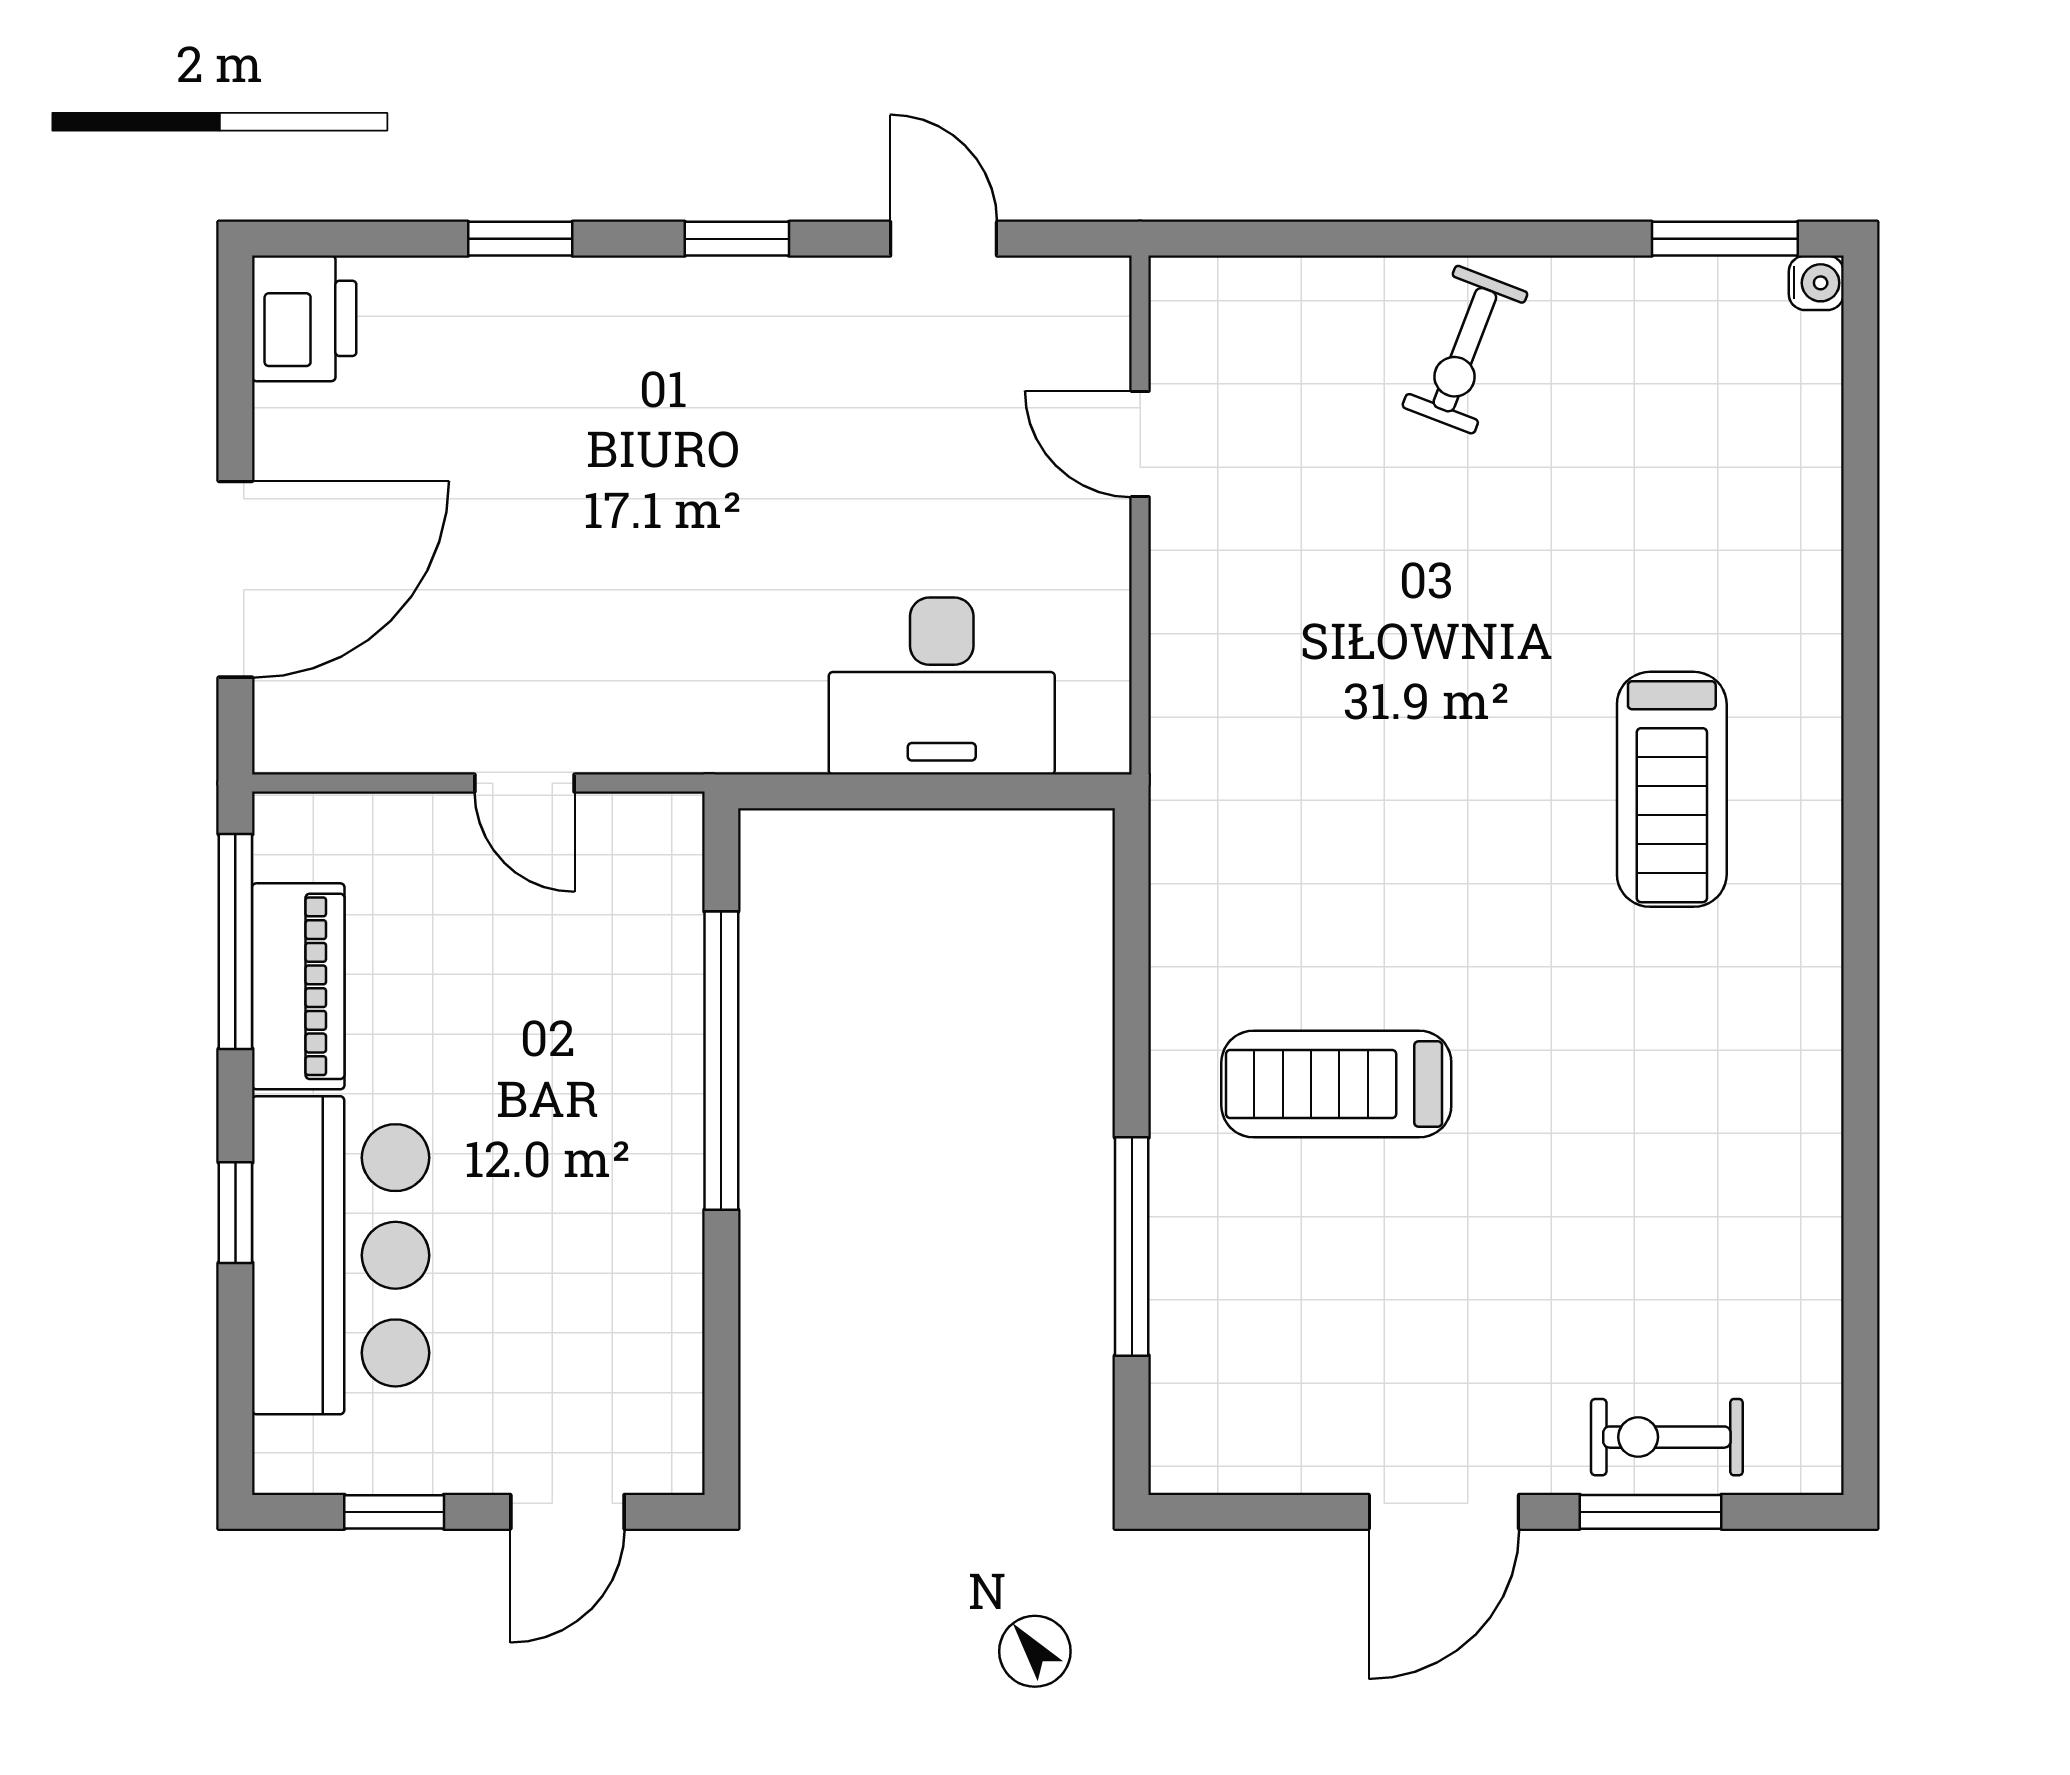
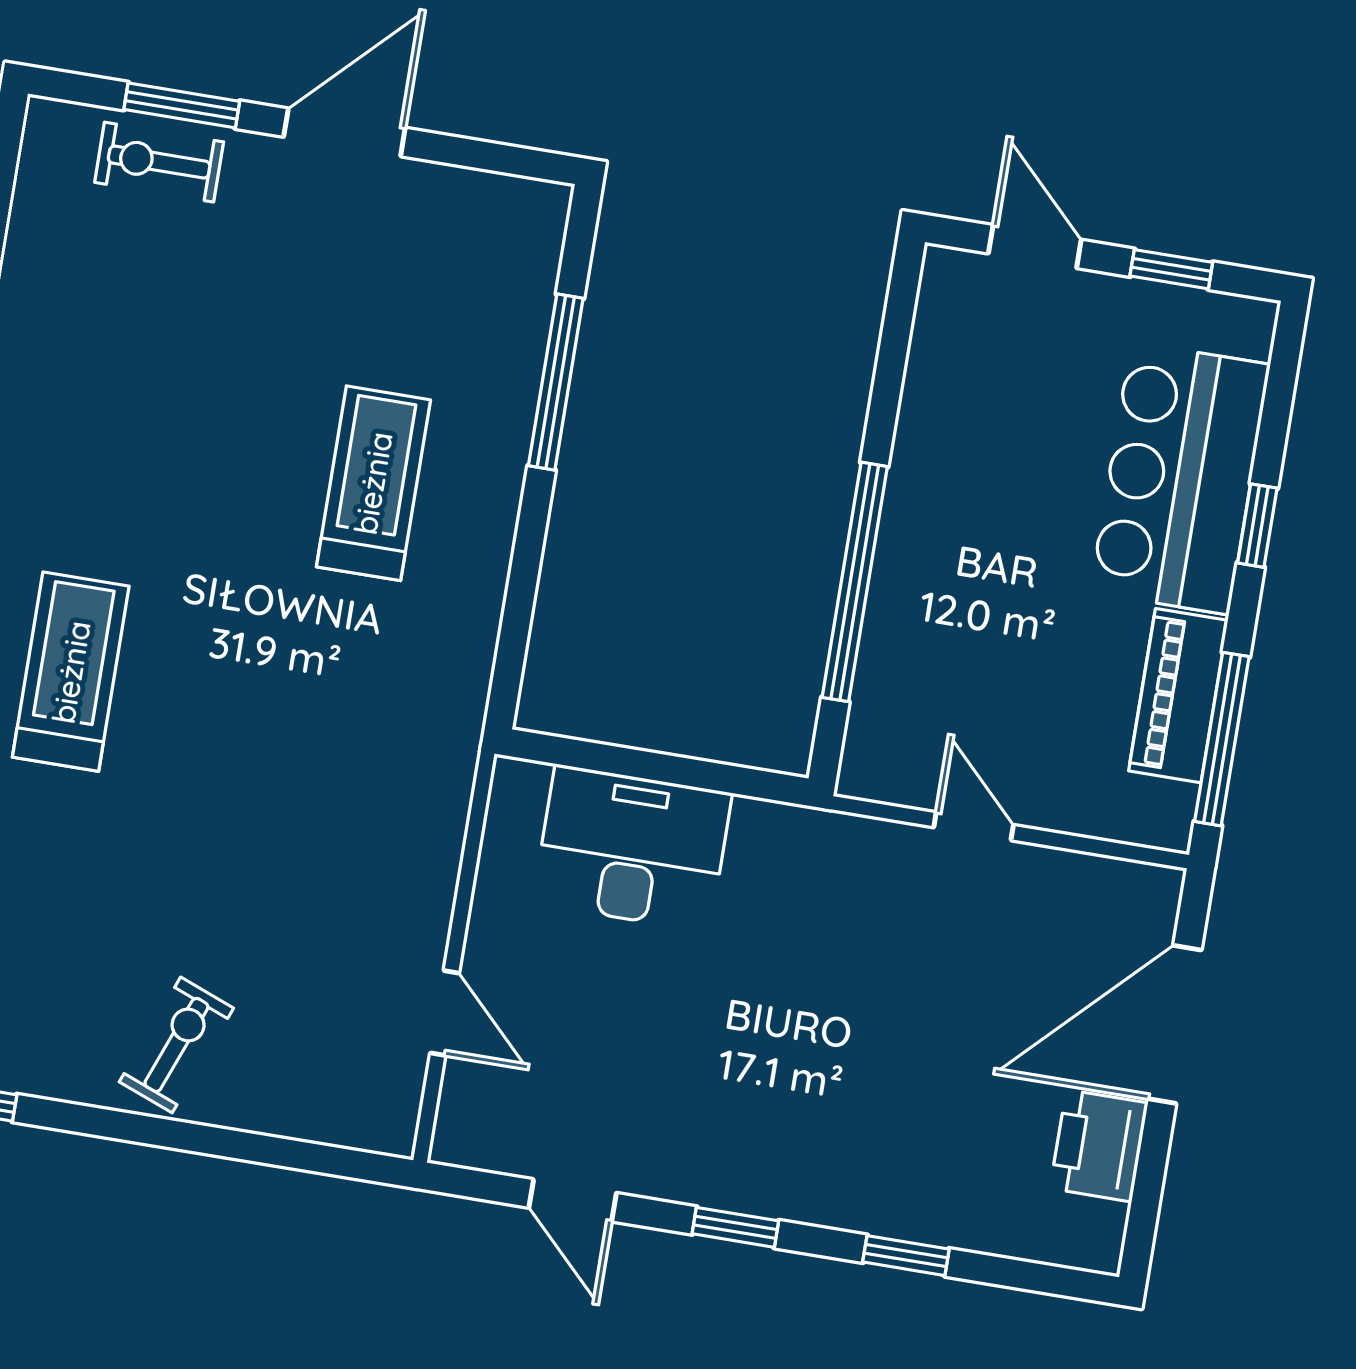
printer: (304, 318) -> (1099, 1146), moved
treadmill: (1336, 1084) -> (373, 483), turned -90
exercise bike: (1667, 1437) -> (159, 162), turned 180
door: (567, 1512) -> (1035, 247), hinge flipped

